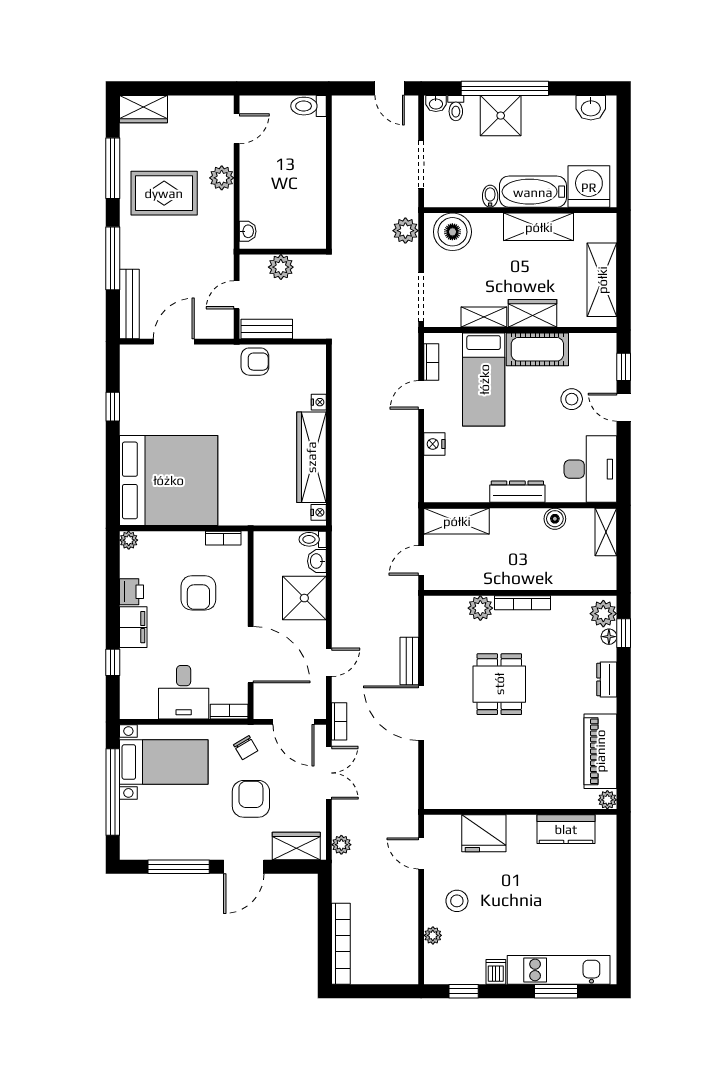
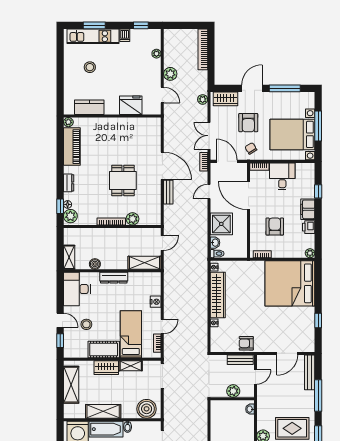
plant: (405, 231) -> (170, 74), moved
bed with nightstands: (164, 762) -> (292, 134), width x1.36
window: (113, 792) -> (318, 126), width x0.68
stool: (457, 901) -> (90, 67), moved

